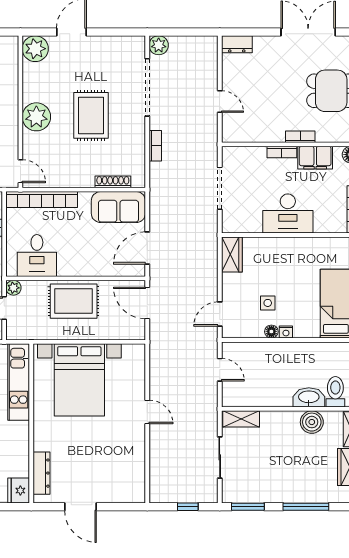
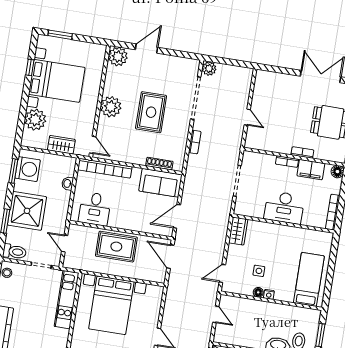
dresser: (237, 44) -> (267, 77), removed
plant: (13, 288) -> (74, 230), removed

